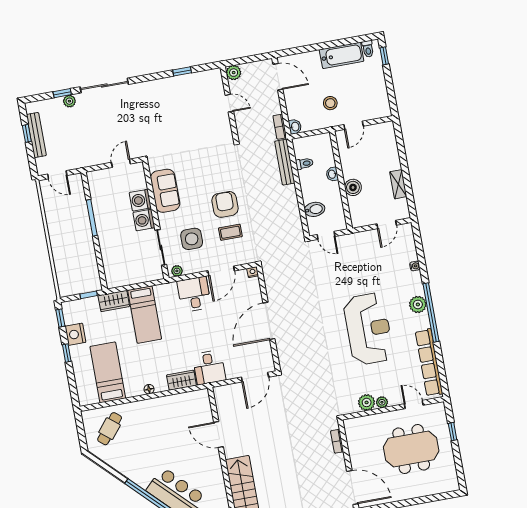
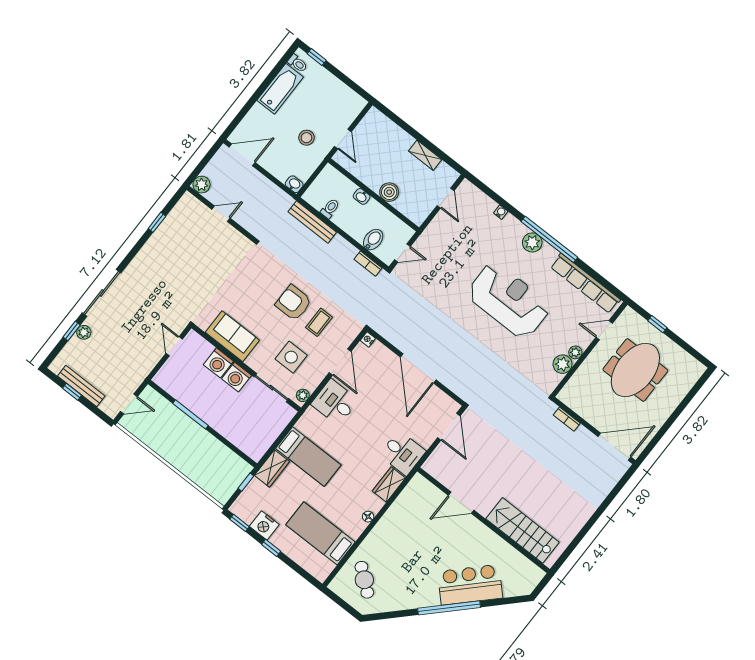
bookcase: (280, 127) -> (368, 264), moved

